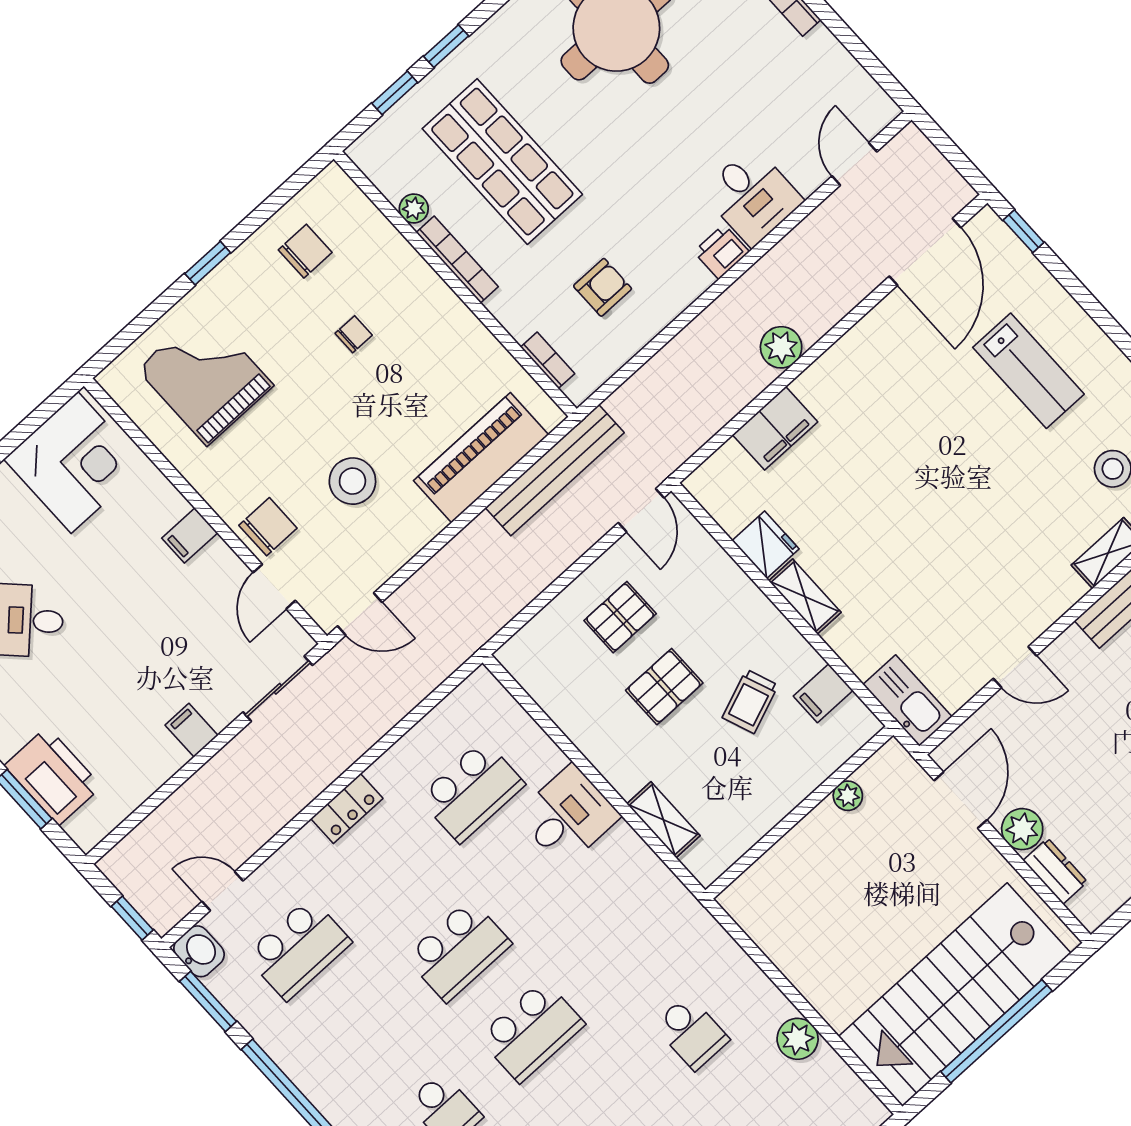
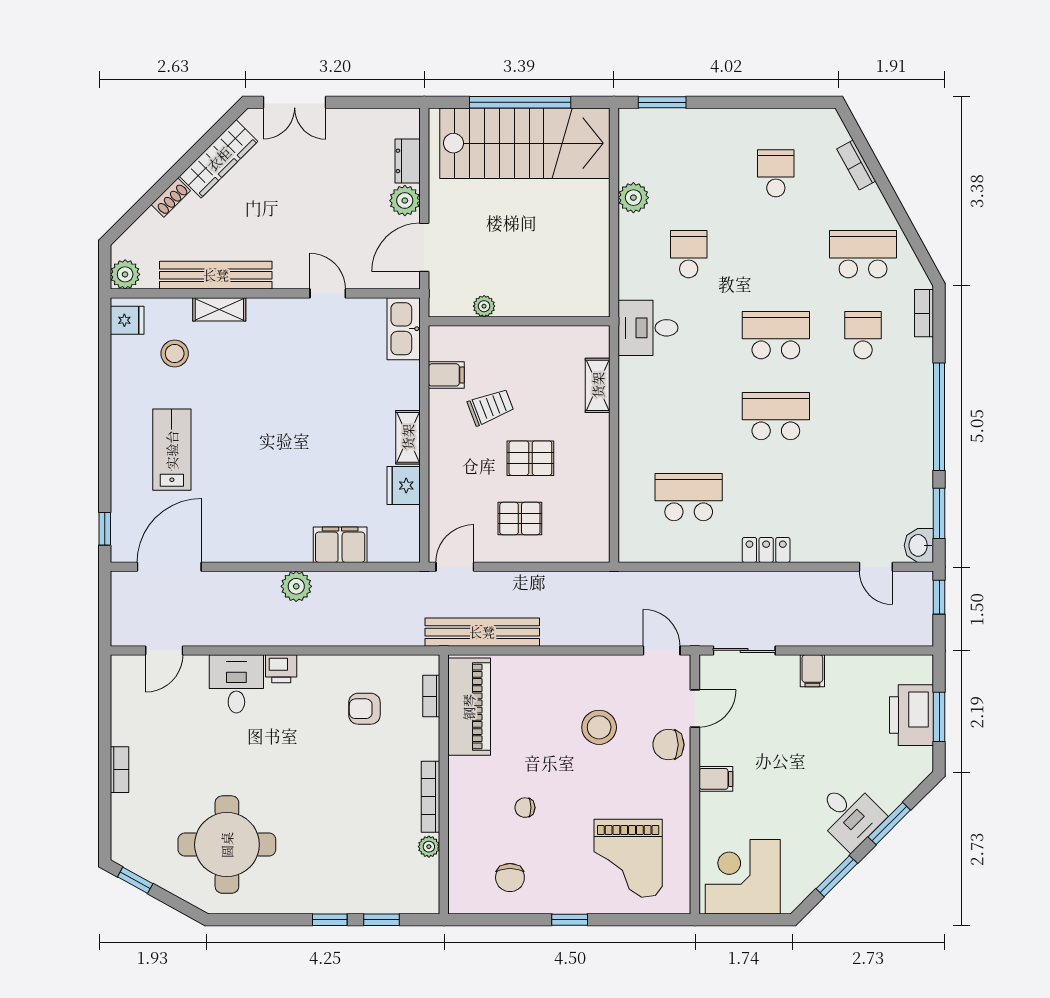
shop shelf: (502, 162) -> (357, 828), removed
chair: (305, 251) -> (510, 878), turned -90
piano: (481, 458) -> (469, 707), moved, turned -90
desk: (568, 816) -> (648, 328), moved
school desk: (298, 949) -> (863, 497), removed

